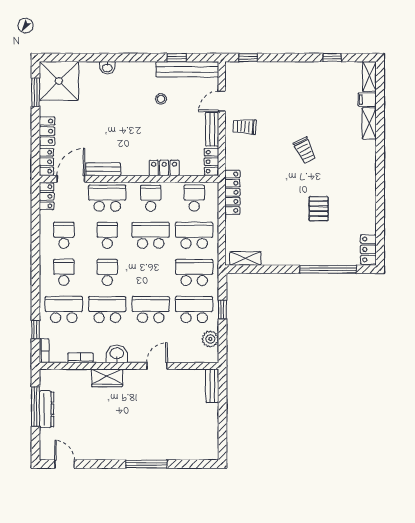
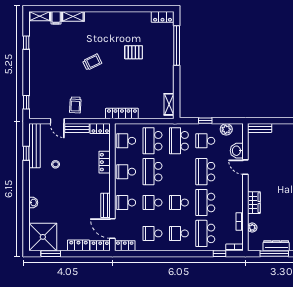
school desk: (107, 198) -> (126, 203), width x0.54
school desk: (194, 310) -> (205, 141), width x0.54
washbasin: (117, 354) -> (237, 151), moved
plant: (72, 375) -> (252, 228), added

